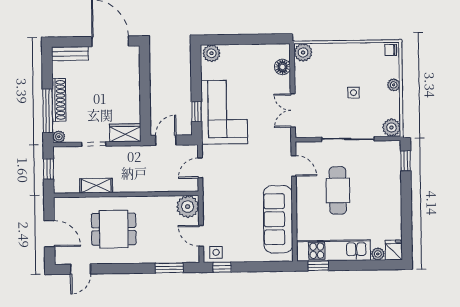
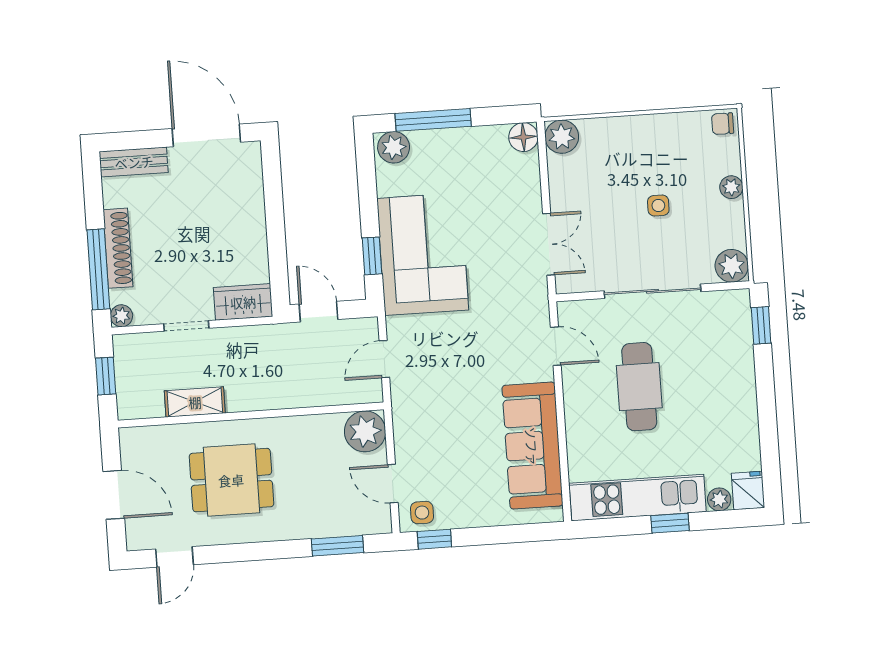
window: (234, 40) -> (433, 120), added
floor lamp: (282, 67) -> (523, 137), moved
double door: (293, 110) -> (549, 244), swing flipped
door: (166, 140) -> (319, 312), hinge flipped
window: (318, 266) -> (670, 523), moved

